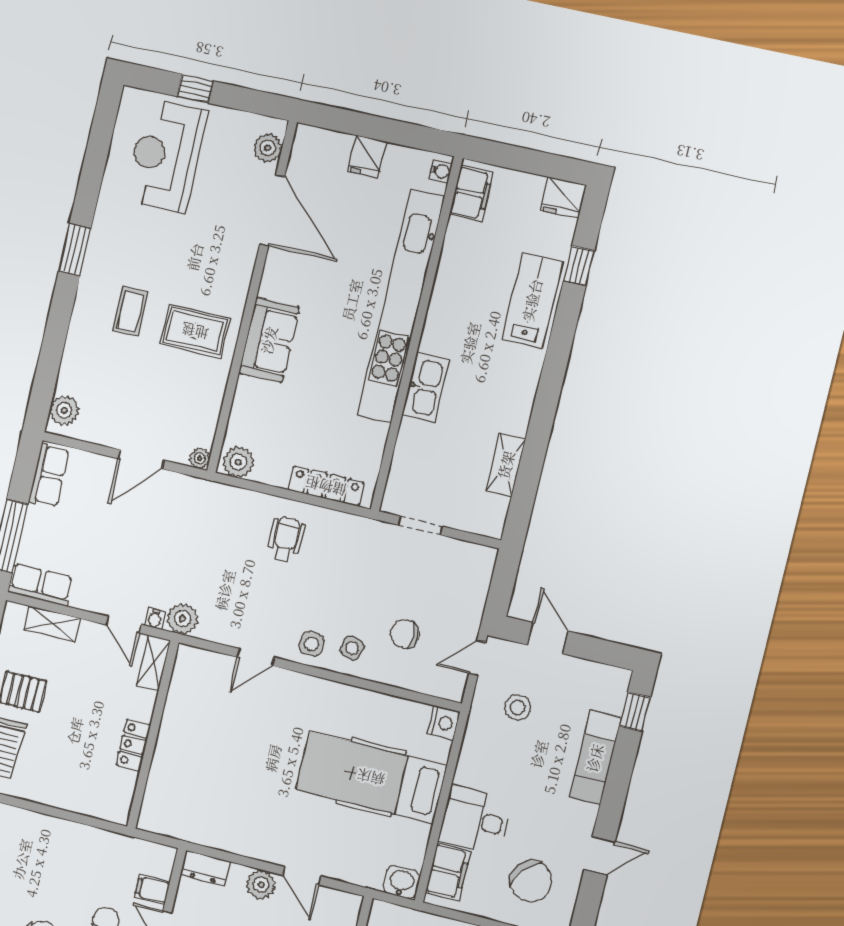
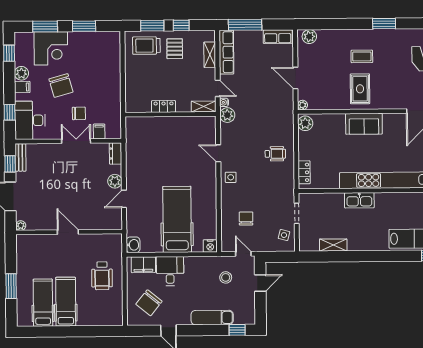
locker: (326, 486) -> (304, 172), width x0.66
row of seats: (41, 585) -> (226, 52), width x1.48
door: (124, 625) -> (218, 88), swing flipped
side table: (352, 648) -> (284, 235), moved

